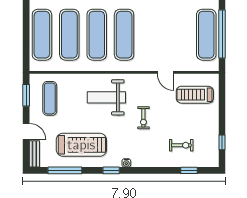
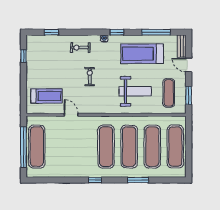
weight bench: (106, 97) -> (135, 91), moved
exercise bike: (181, 145) -> (80, 48), moved

